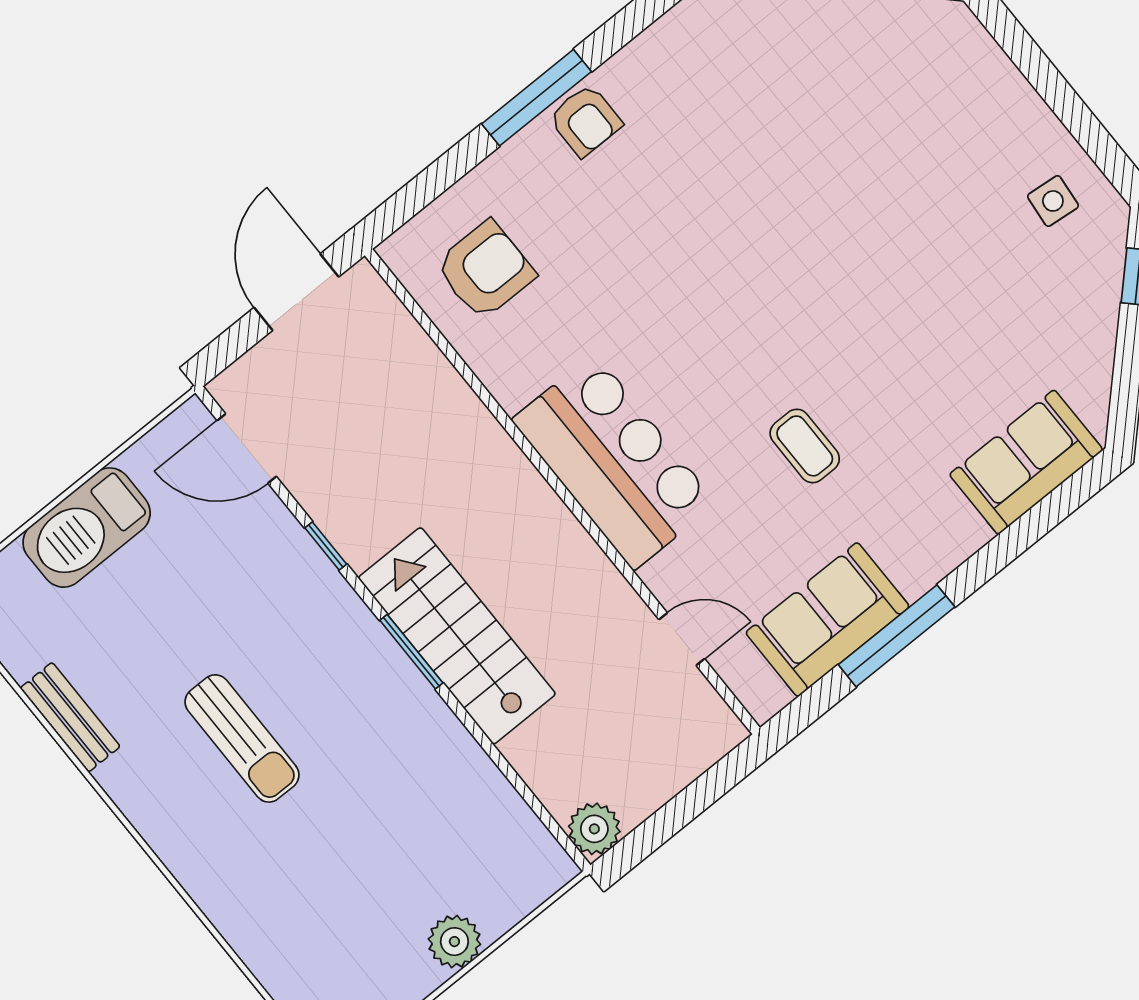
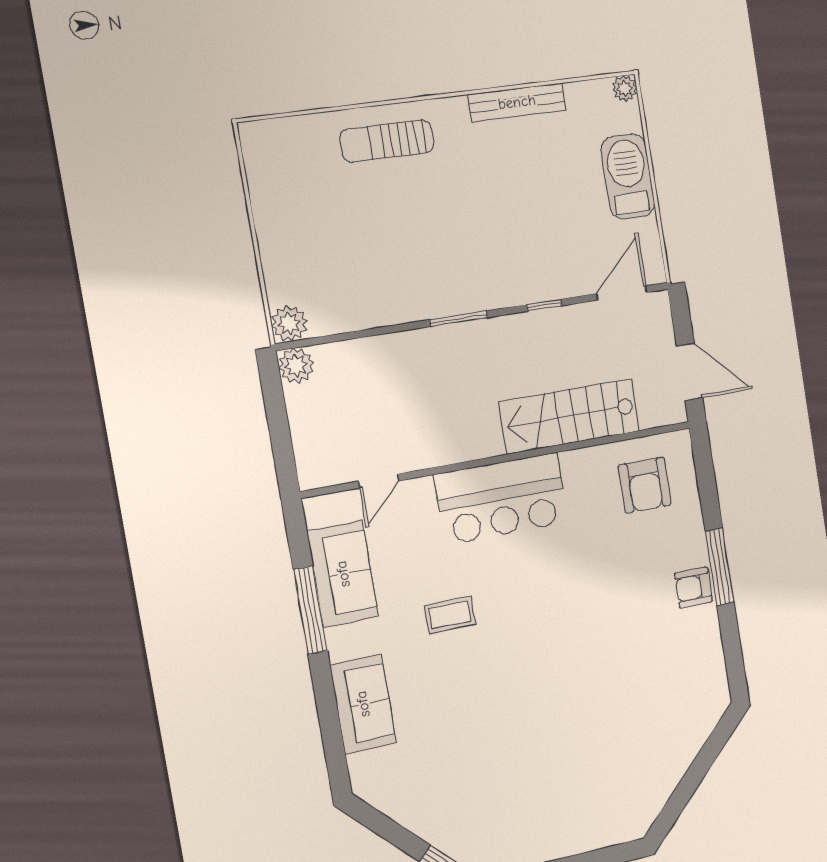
side table: (1053, 201) -> (508, 834), removed
sofa: (1026, 462) -> (363, 704), moved
stairs: (457, 636) -> (570, 416), moved, turned 180
bench: (70, 717) -> (517, 102), width x1.36
sun lounger: (242, 738) -> (387, 141), moved
plant: (454, 942) -> (289, 323), moved

